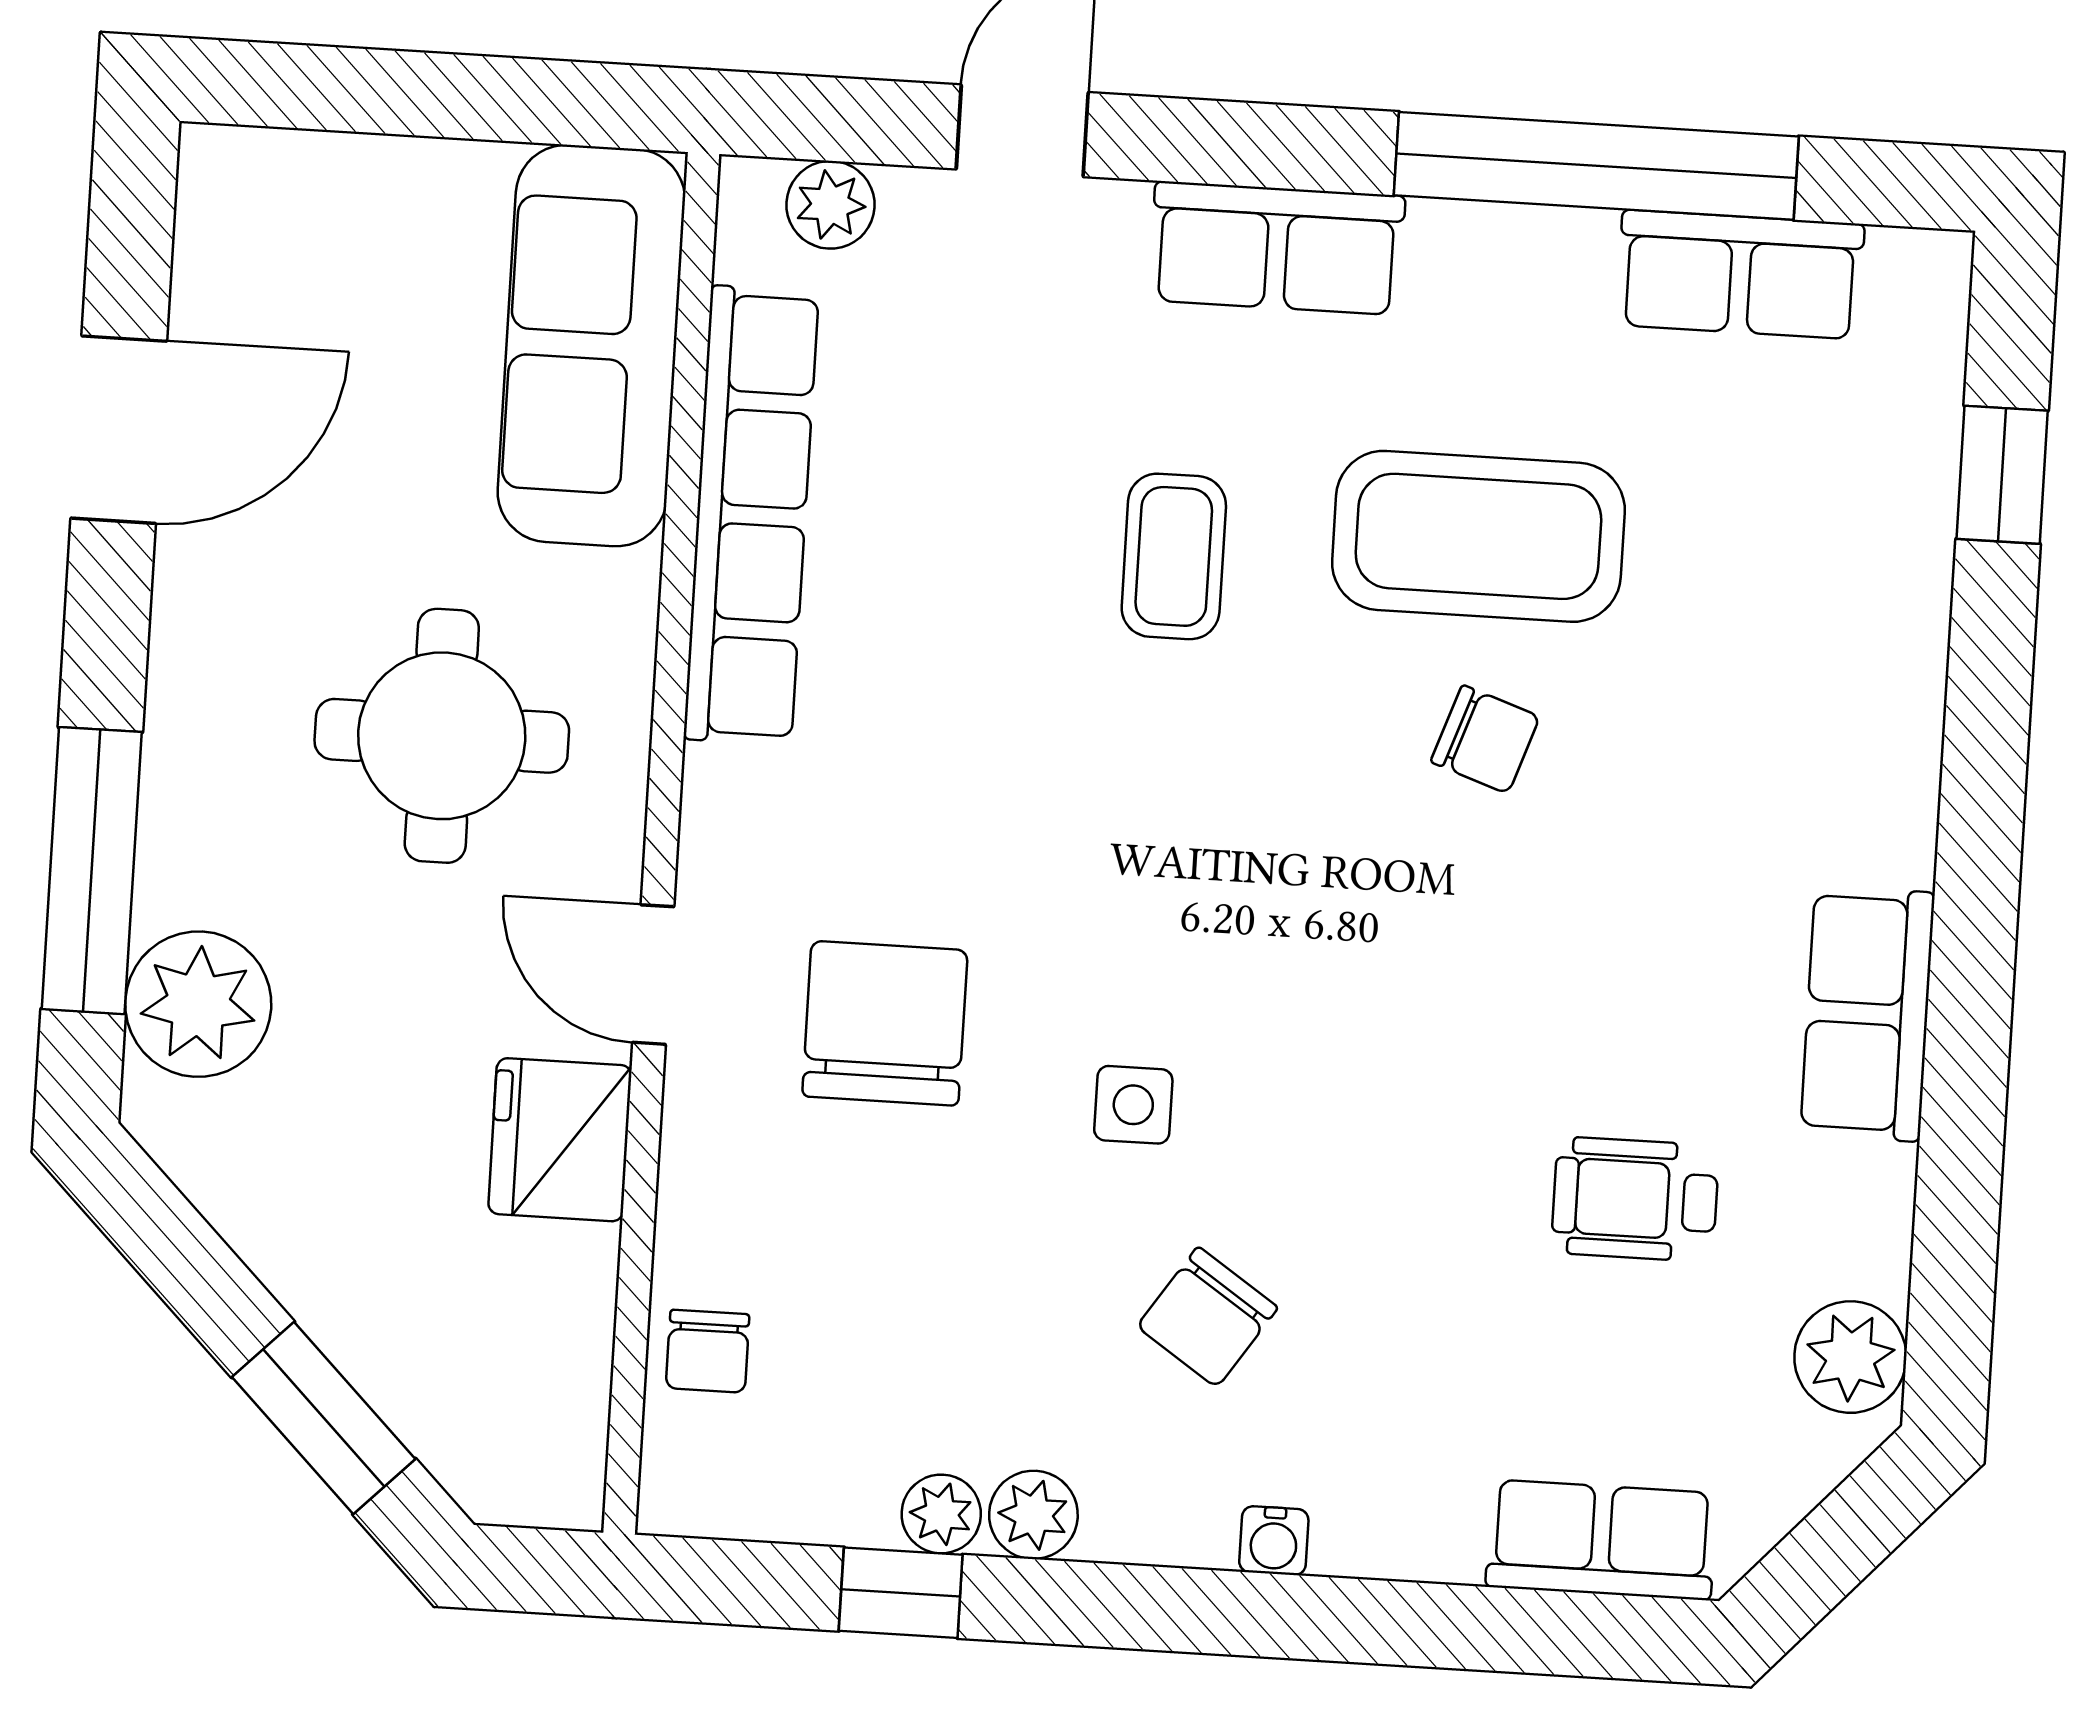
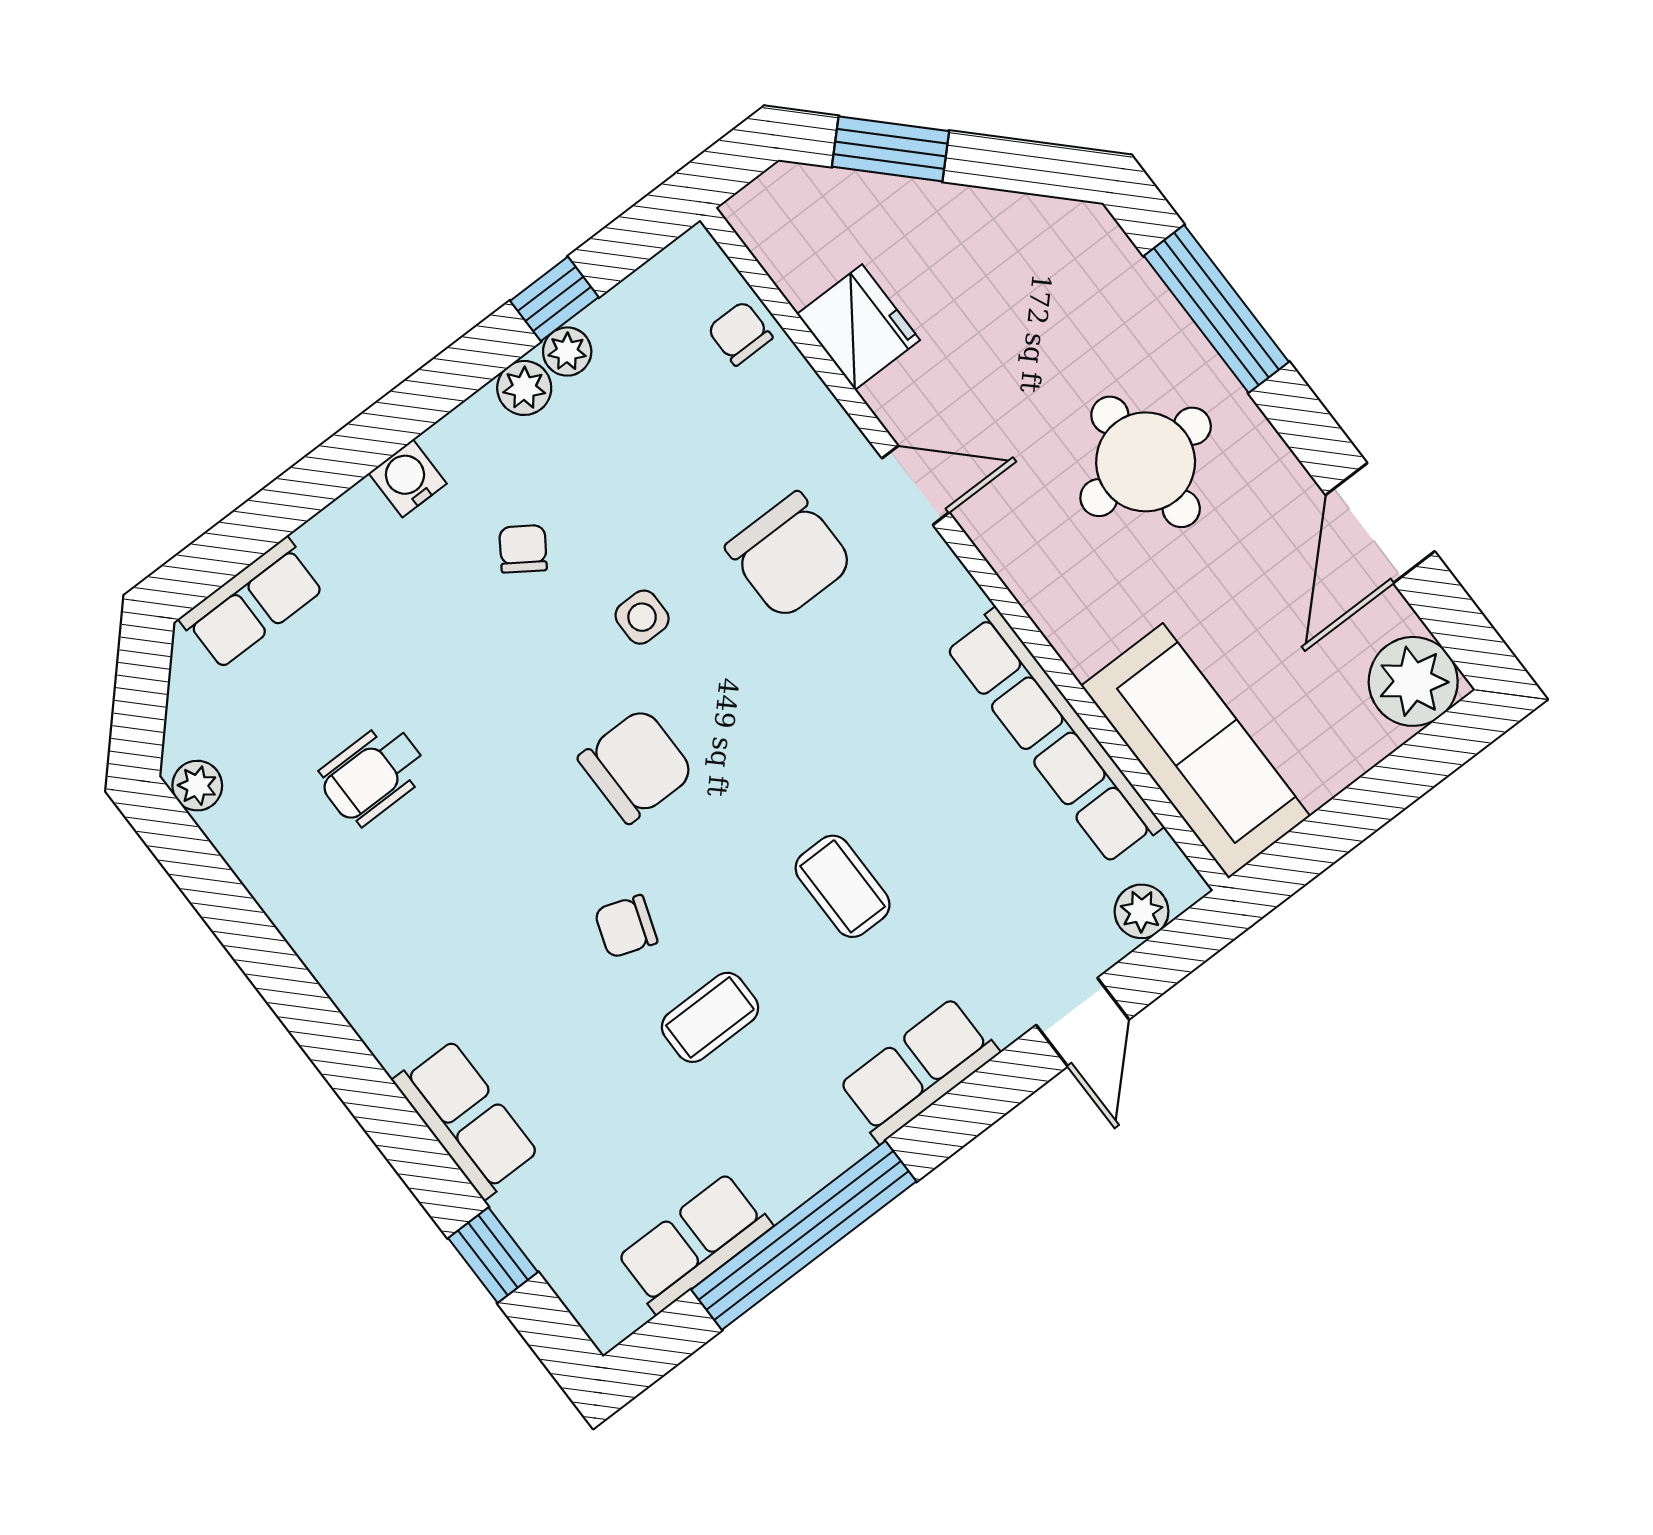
coffee table: (1478, 536) -> (710, 1017), width x0.54, depth x0.58
round table: (442, 736) -> (1146, 462), moved
chair: (1300, 927) -> (636, 766), added
plant: (198, 1004) -> (1413, 681), moved
row of seats: (1867, 1014) -> (466, 1118), moved
fridge: (560, 1140) -> (858, 327), moved
wheelchair: (1635, 1199) -> (373, 774), turned 180
chair: (1207, 1317) -> (523, 549), width x0.73, depth x0.73
plant: (1850, 1357) -> (197, 786), width x0.73, depth x0.73
water cooler: (1274, 1541) -> (408, 478), width x1.38, depth x1.38

